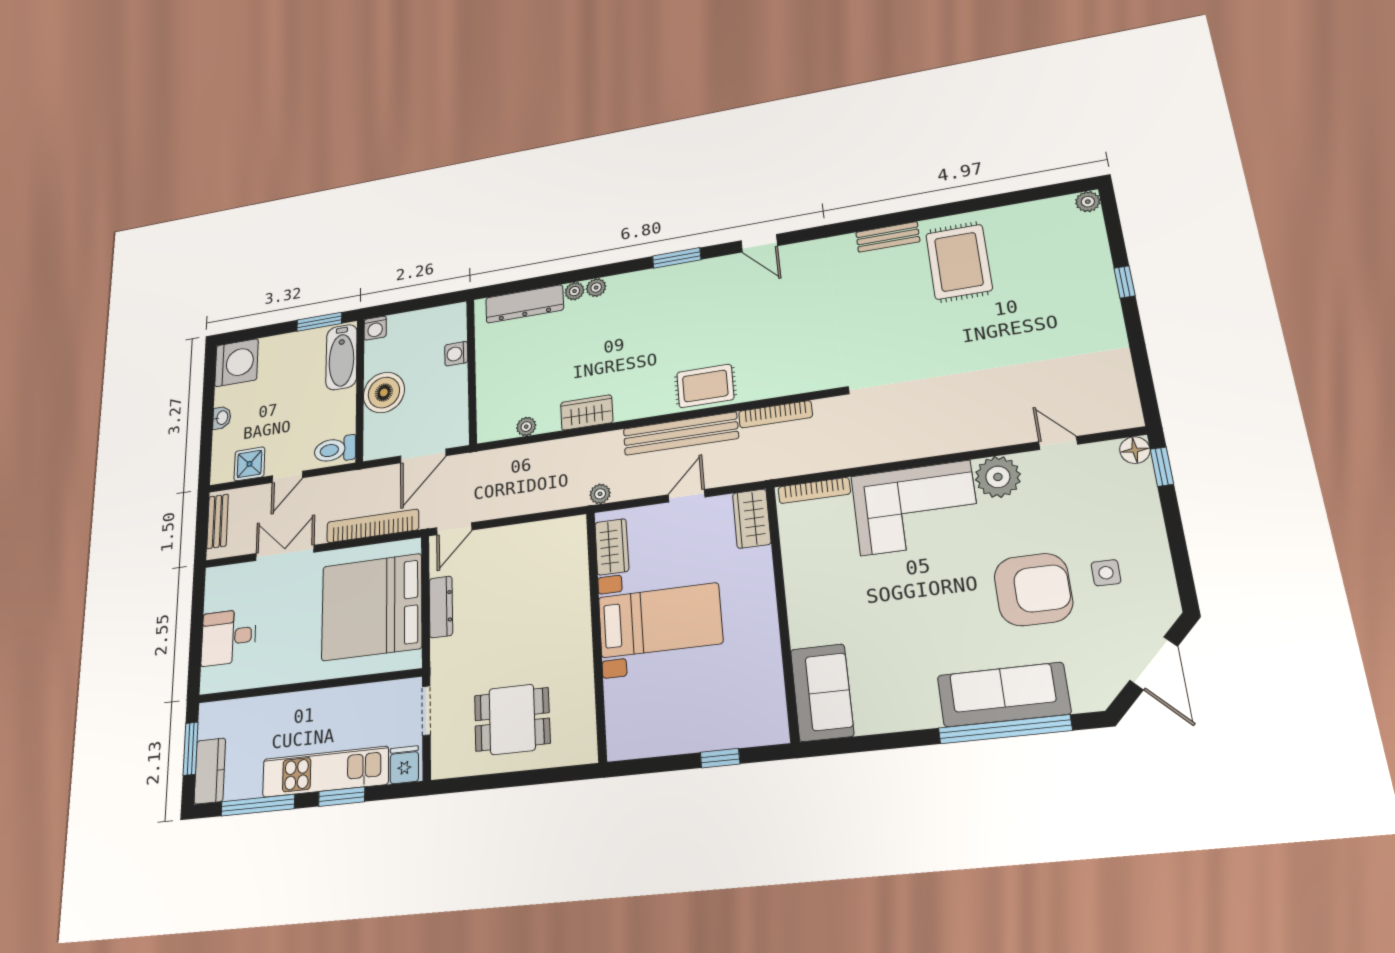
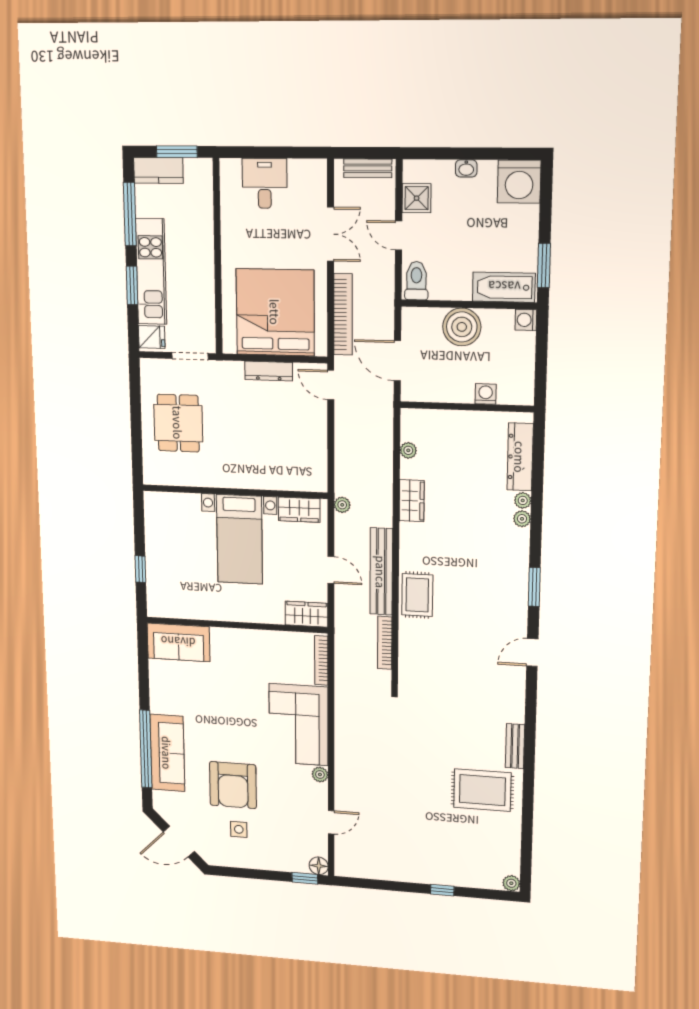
plant: (998, 477) -> (320, 775), width x0.53, depth x0.53

